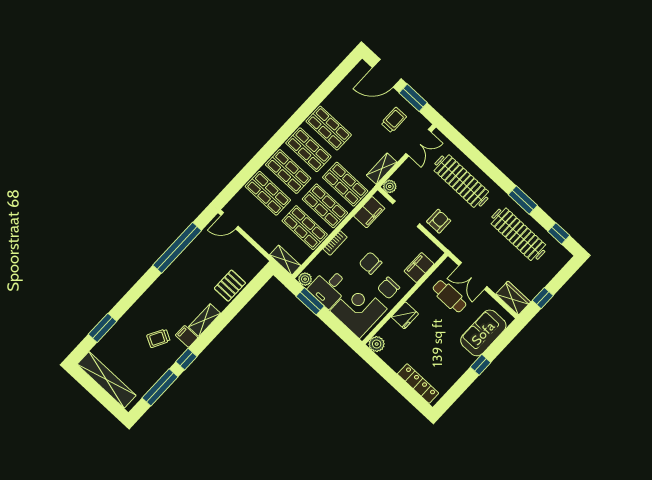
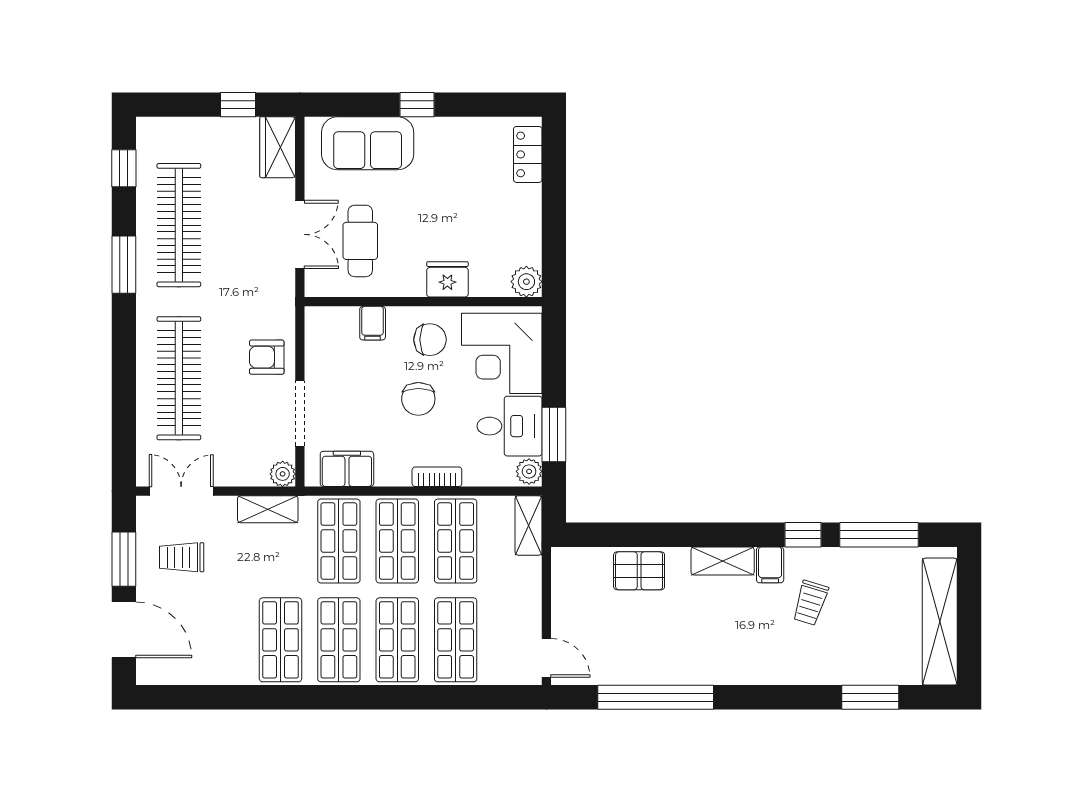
filing cabinet: (419, 268) -> (373, 323), width x0.50
trolley: (158, 338) -> (810, 603), turned 79
locker: (418, 384) -> (528, 154), width x0.66

